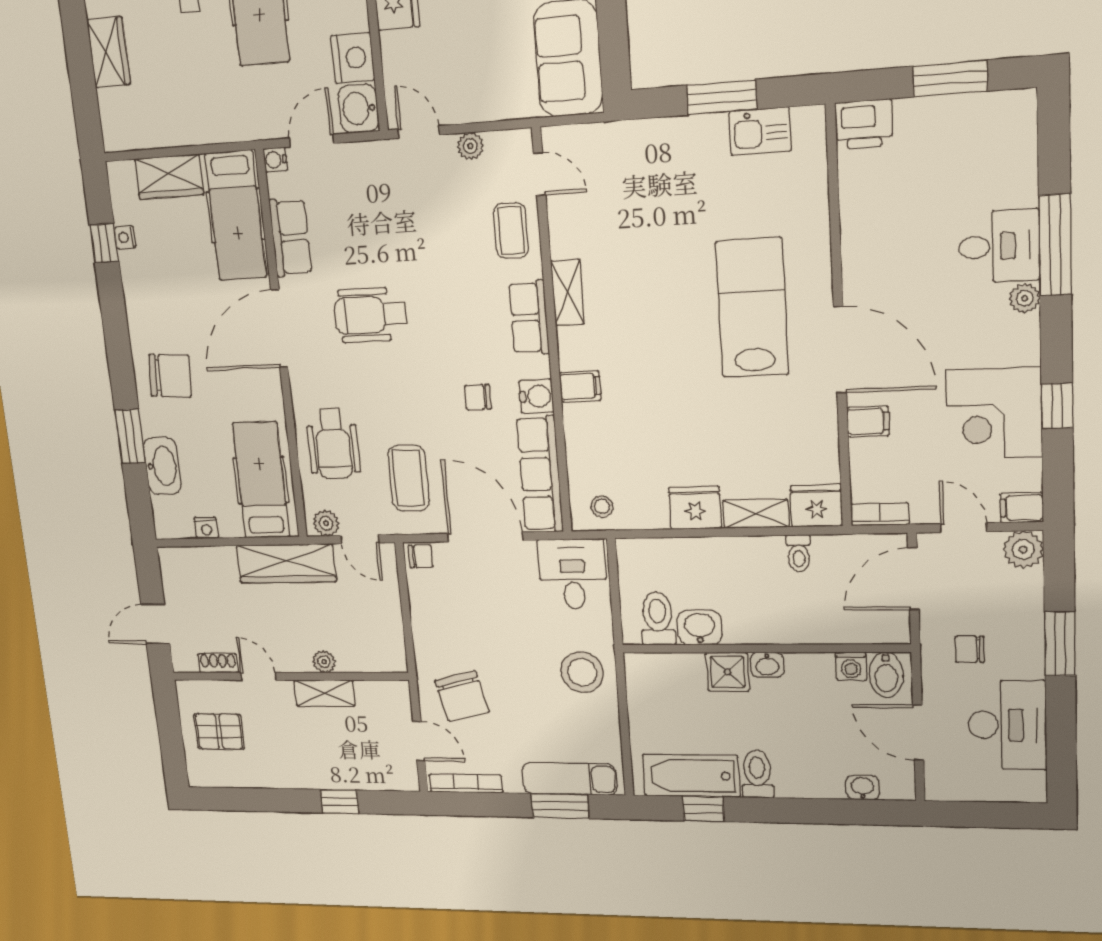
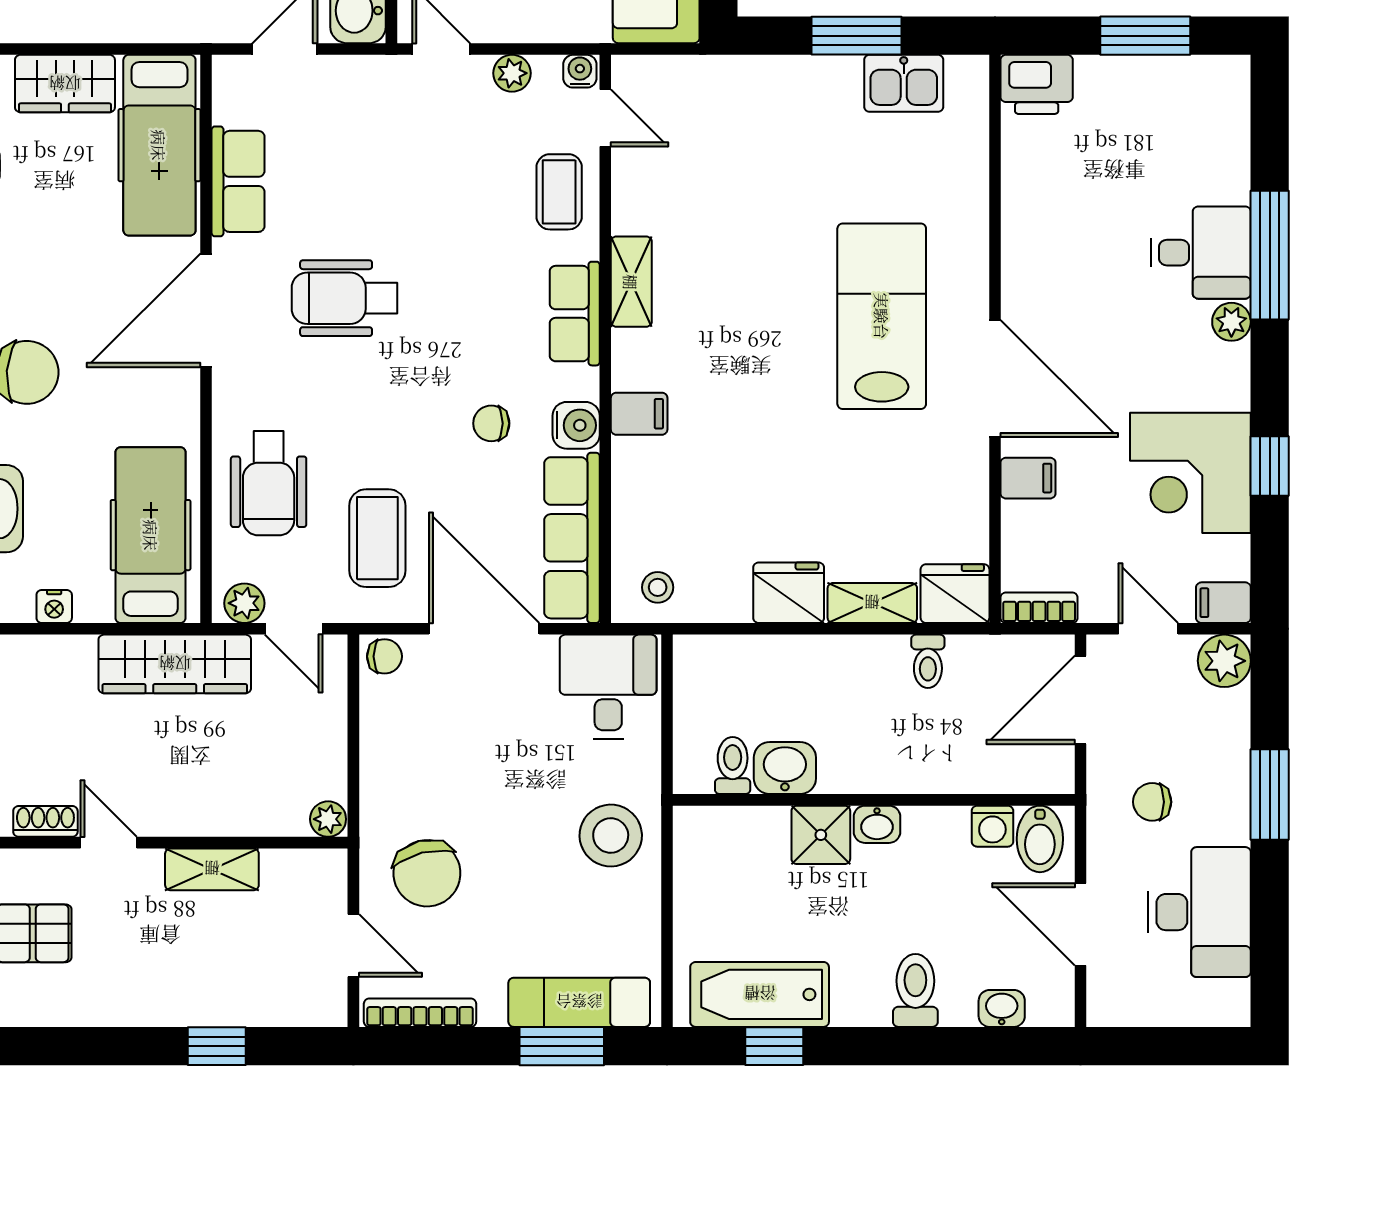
water cooler: (275, 160) -> (580, 71), moved, turned 90
toilet: (658, 619) -> (733, 766), width x0.73, depth x0.72
plant: (324, 662) -> (328, 819), moved
toilet: (757, 774) -> (915, 990), moved

